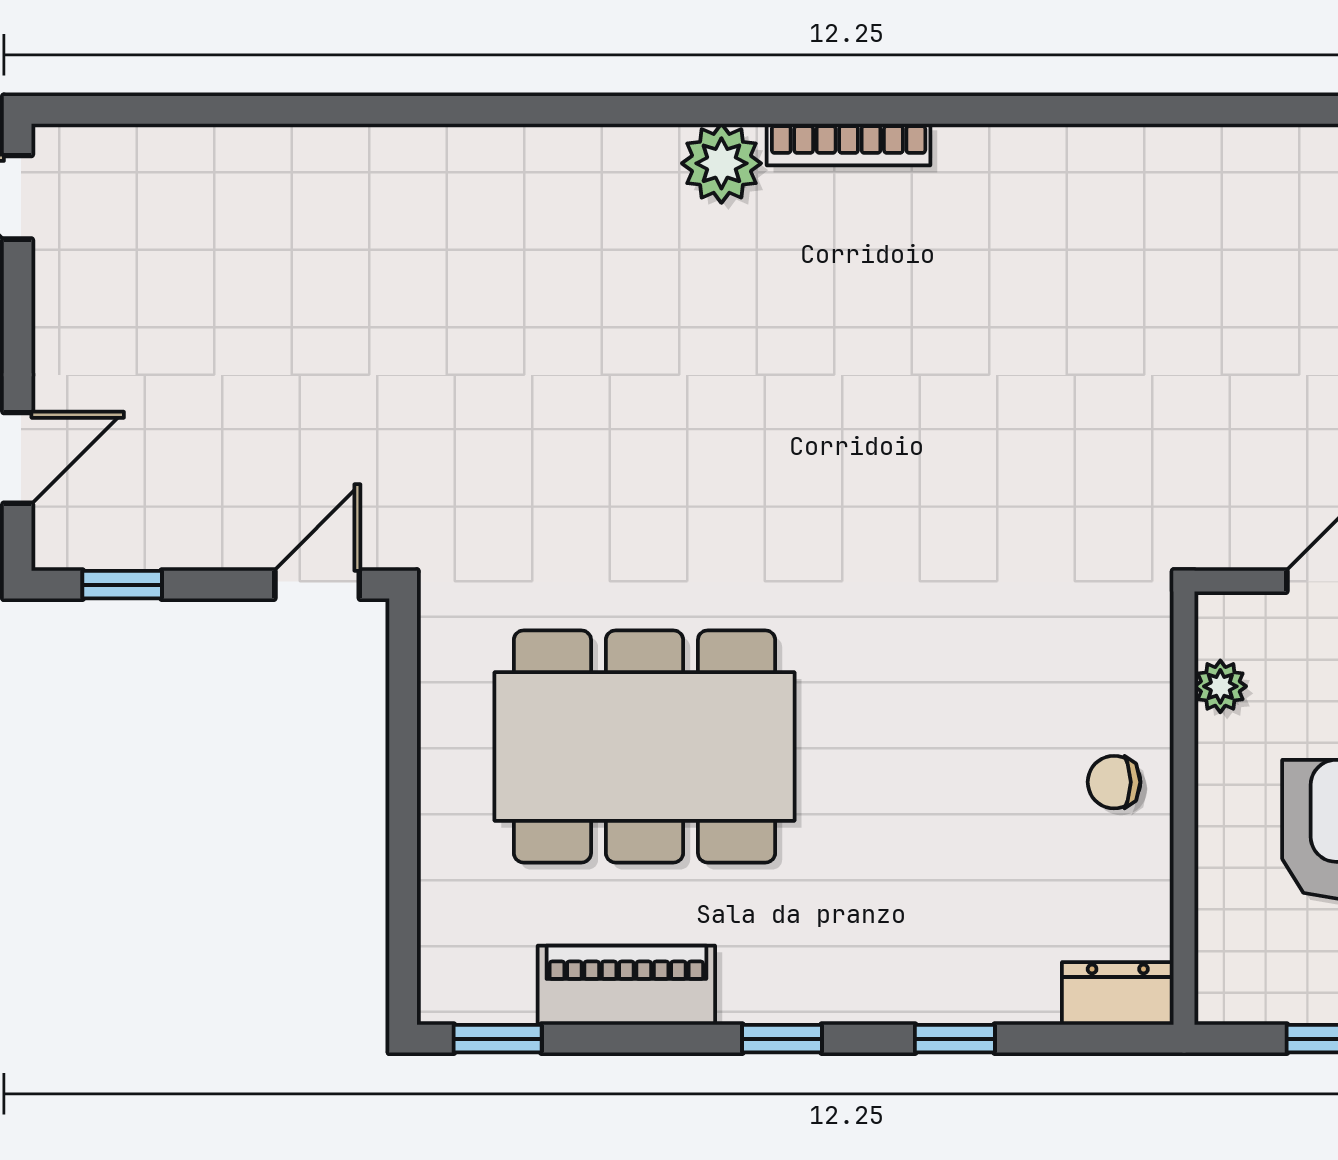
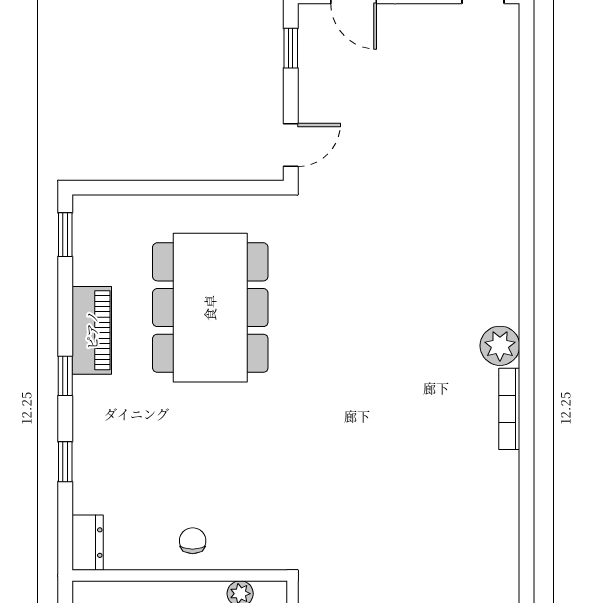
door: (317, 585) -> (291, 145), hinge flipped
piano: (626, 985) -> (92, 330), moved

